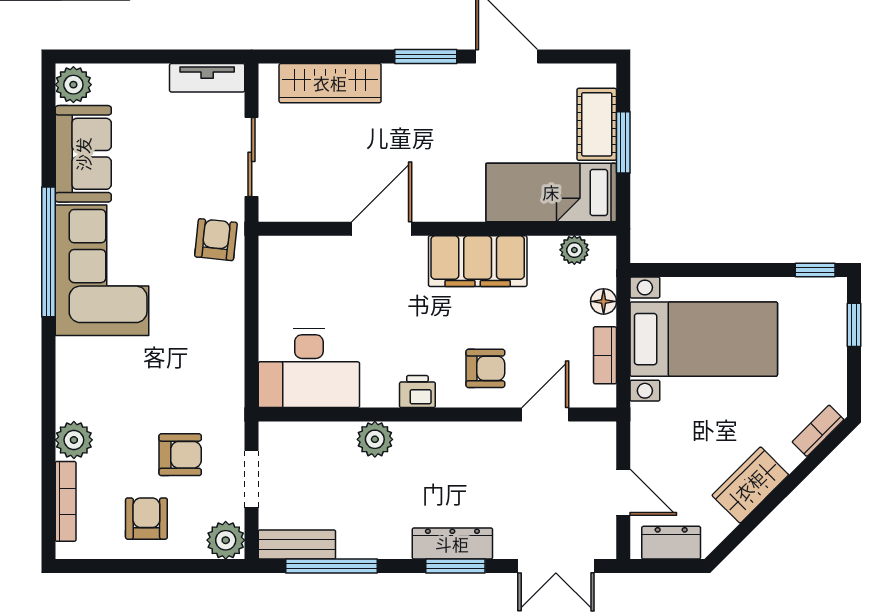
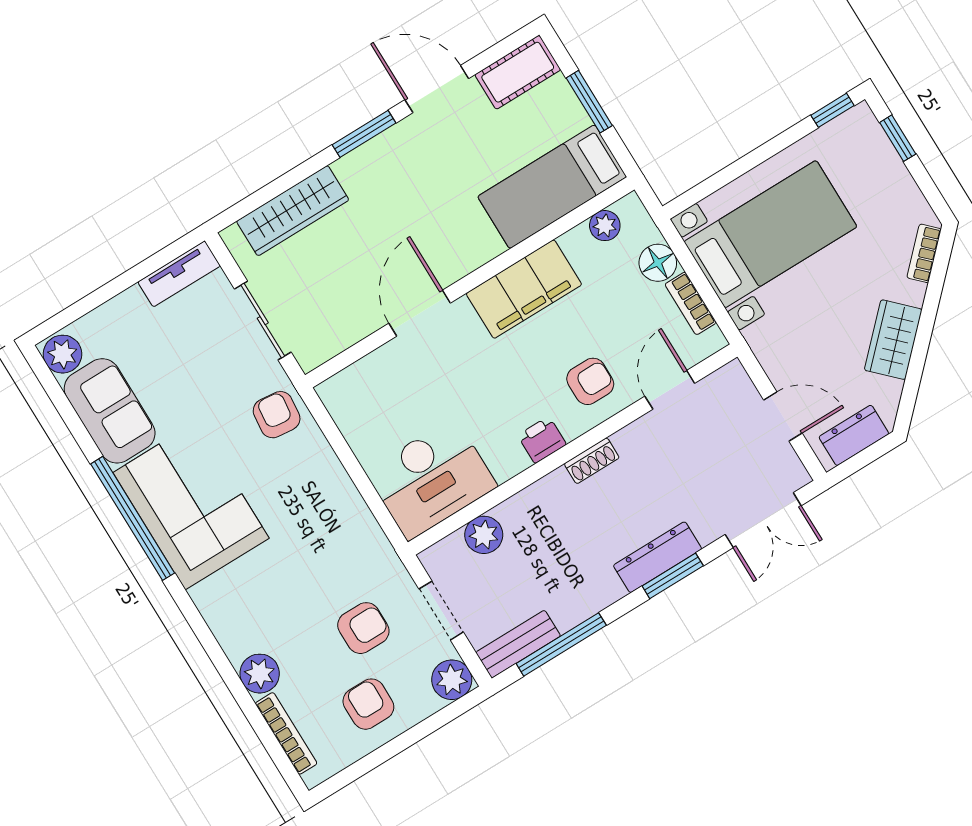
cot: (597, 124) -> (518, 72), moved, turned 90
floor lamp: (604, 301) -> (658, 263), width x1.37, depth x1.37
shoe rack: (447, 433) -> (592, 461), added
plant: (375, 439) -> (484, 535), moved

